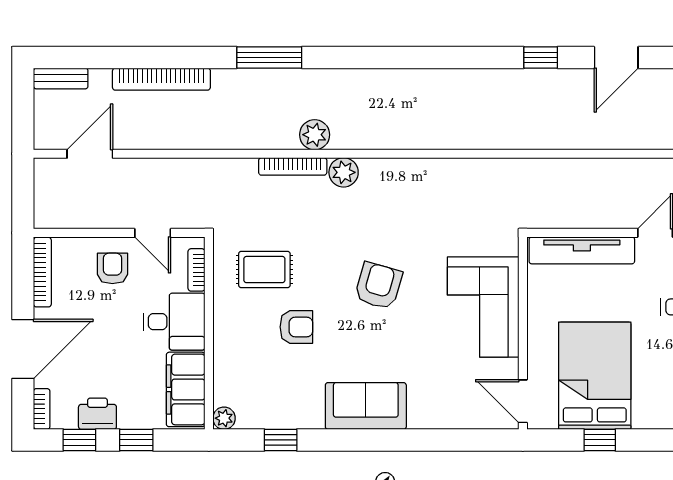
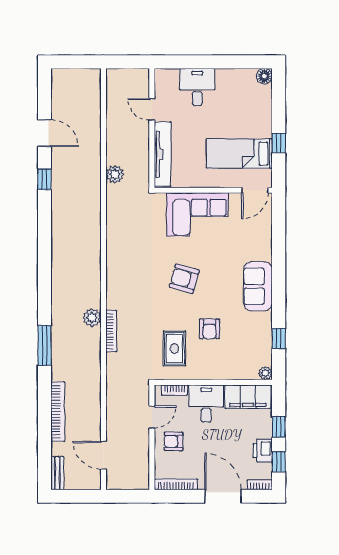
plant: (344, 172) -> (115, 174), moved
armchair: (296, 327) -> (210, 329), turned 180
bed: (595, 376) -> (239, 154), width x0.67

